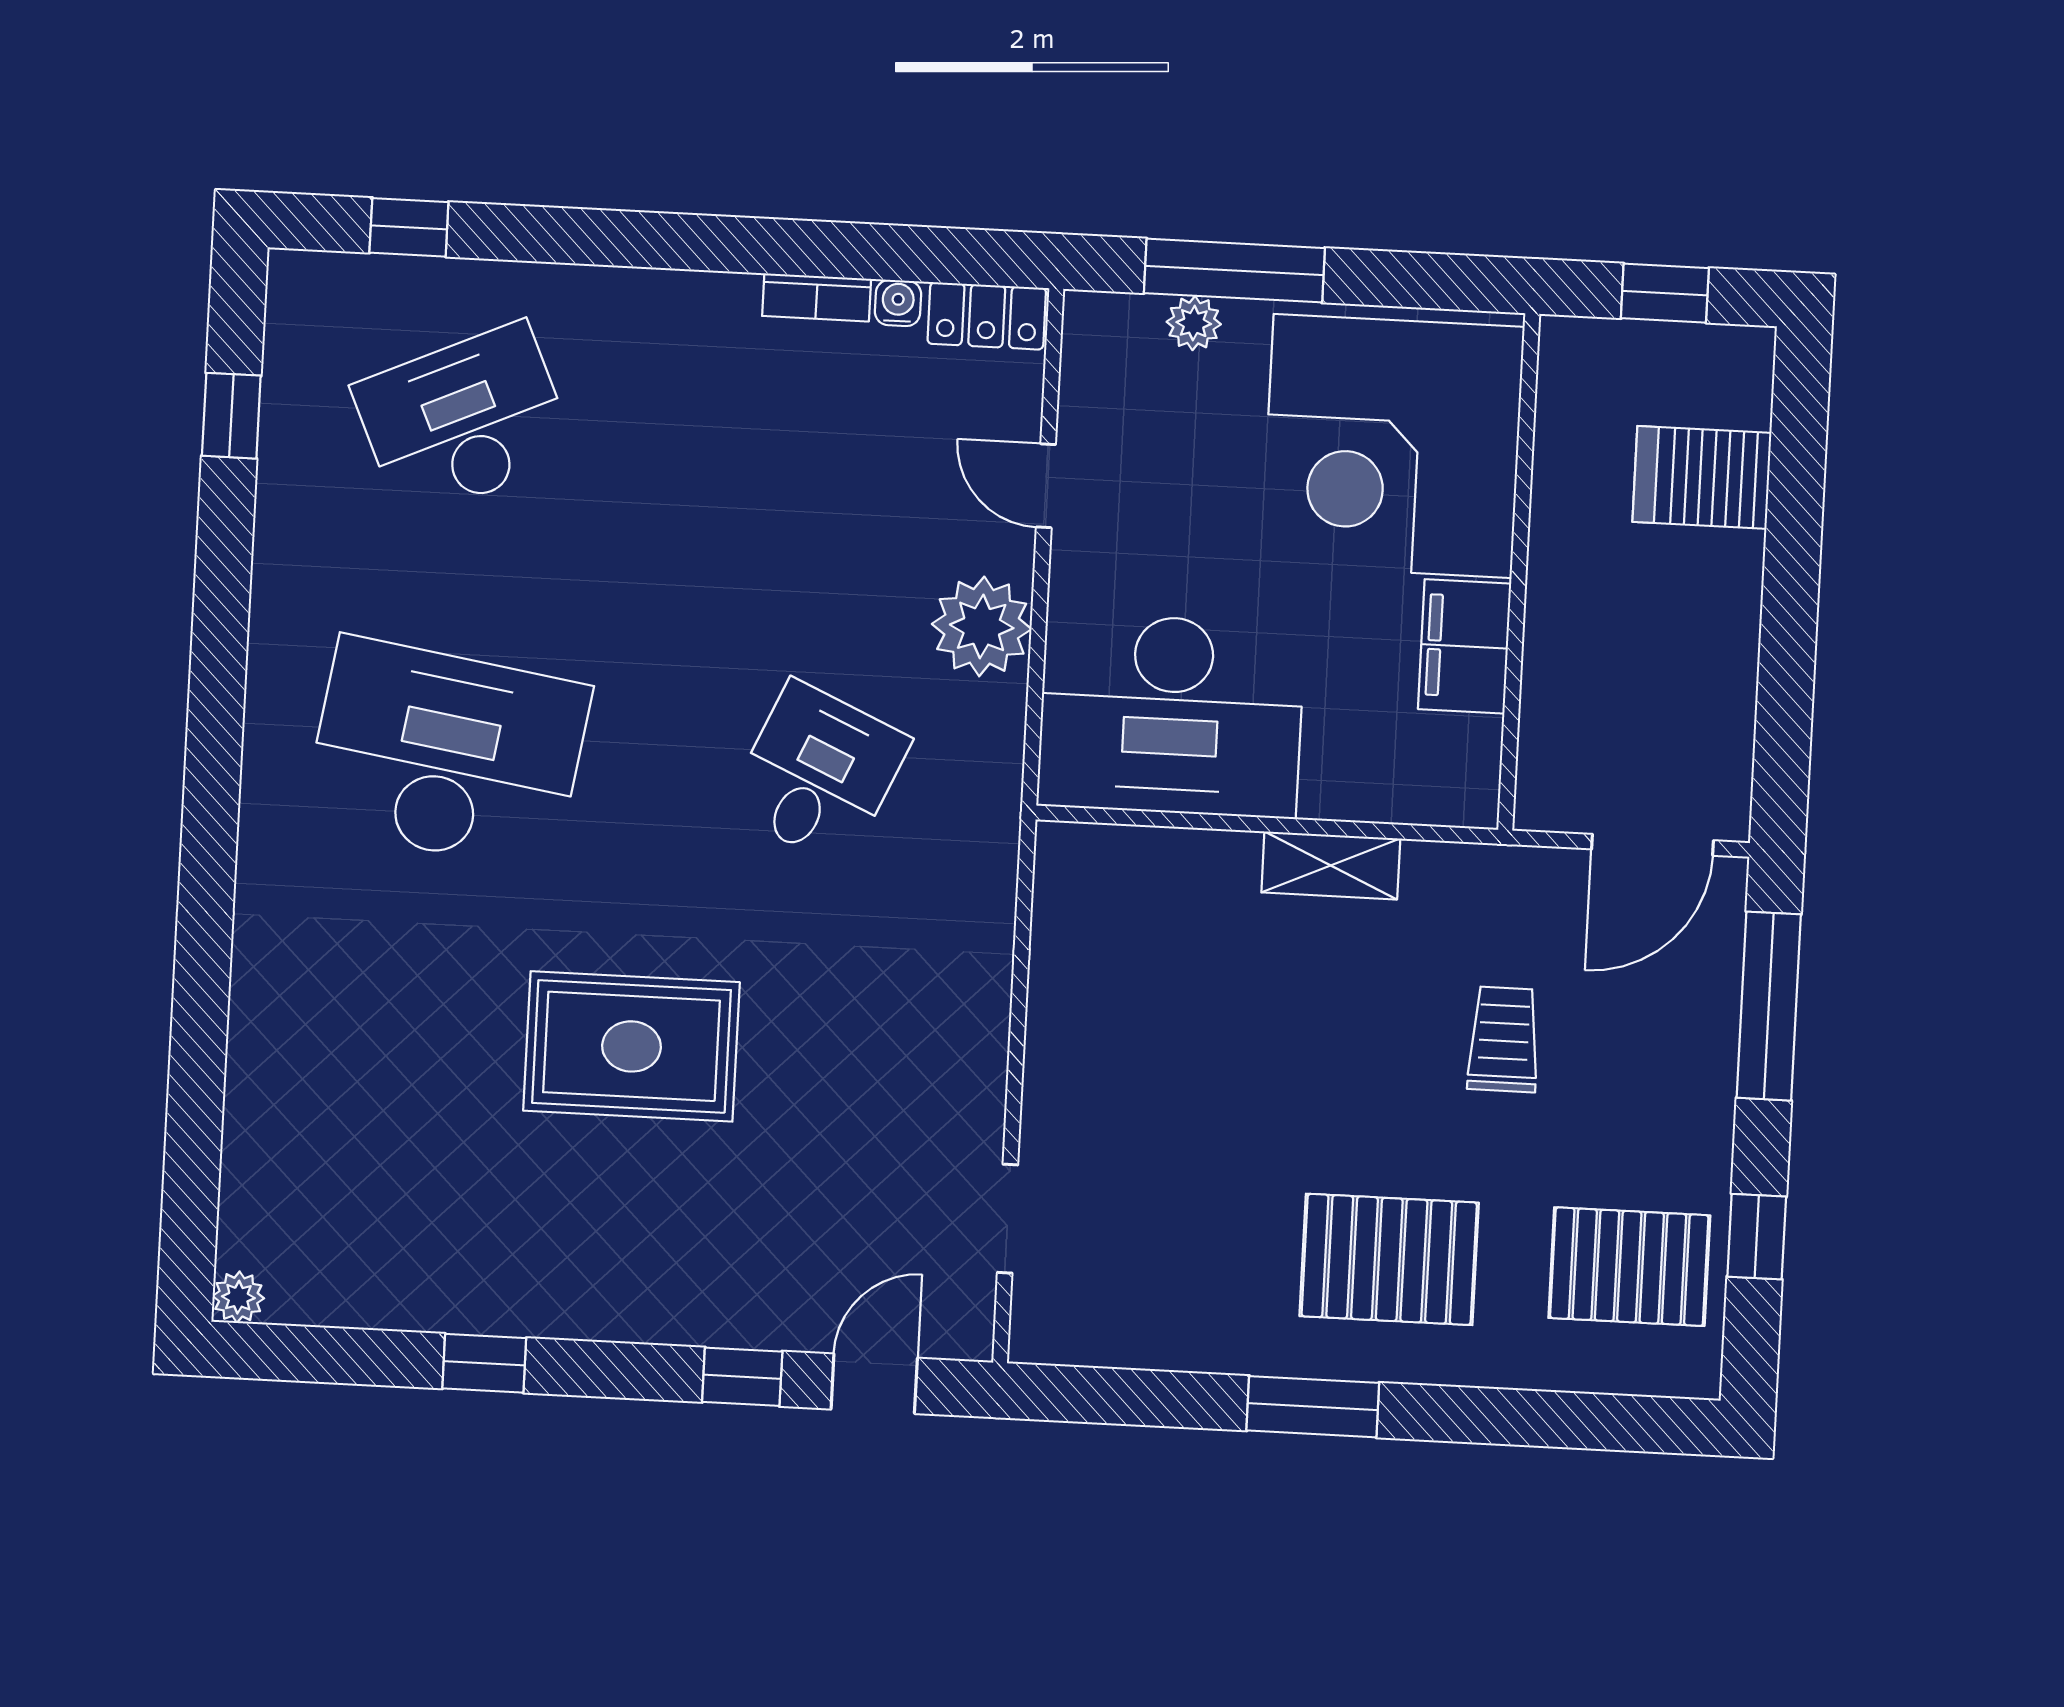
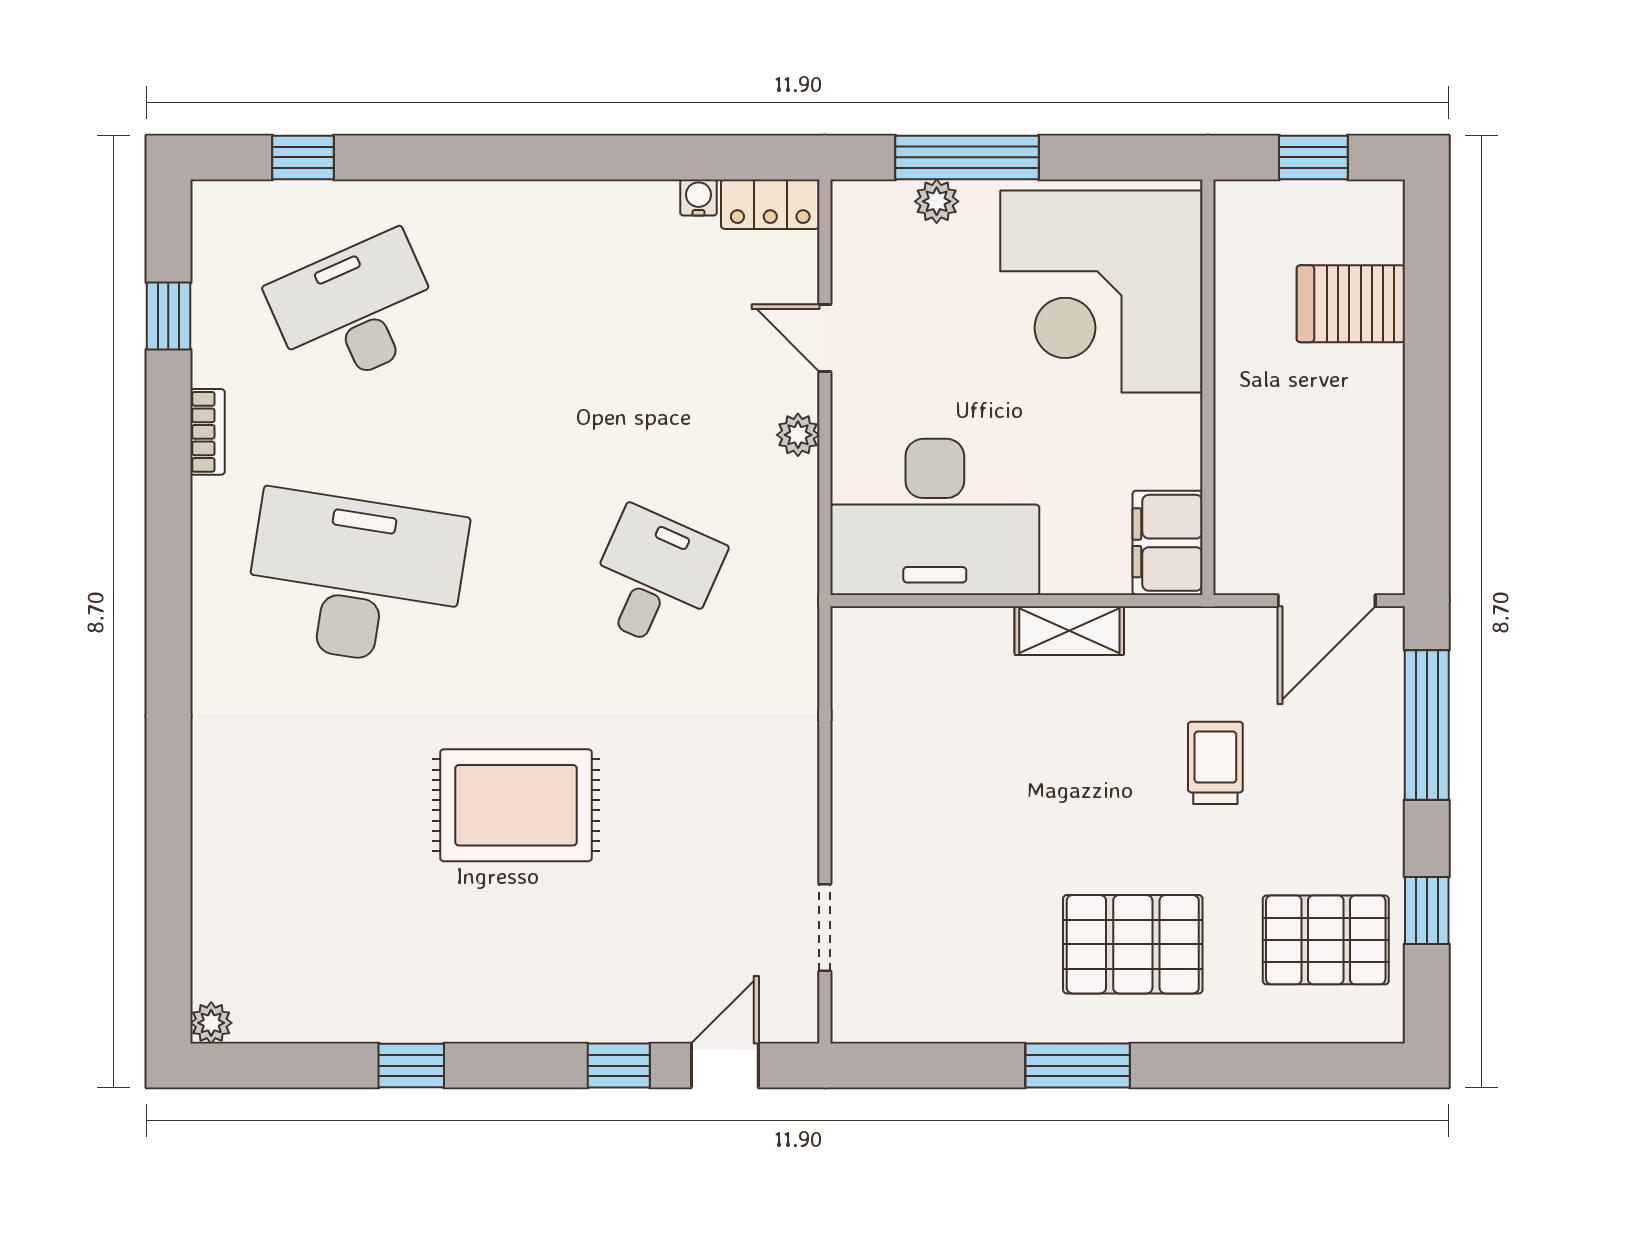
bookcase: (817, 297) -> (208, 432), moved, turned -90
plant: (982, 626) -> (798, 435), width x0.53, depth x0.53
filing cabinet: (1465, 646) -> (1168, 543), moved

